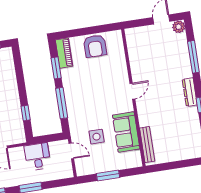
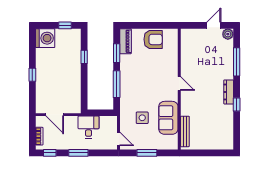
armchair: (95, 46) -> (153, 39), turned -90
door: (132, 91) -> (179, 83), hinge flipped
window: (26, 113) -> (84, 57), moved
door: (71, 151) -> (118, 139), moved

